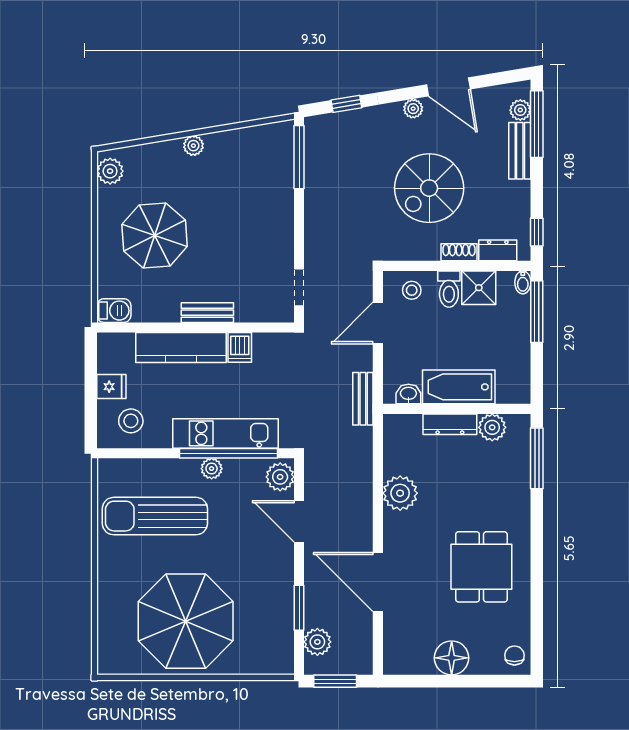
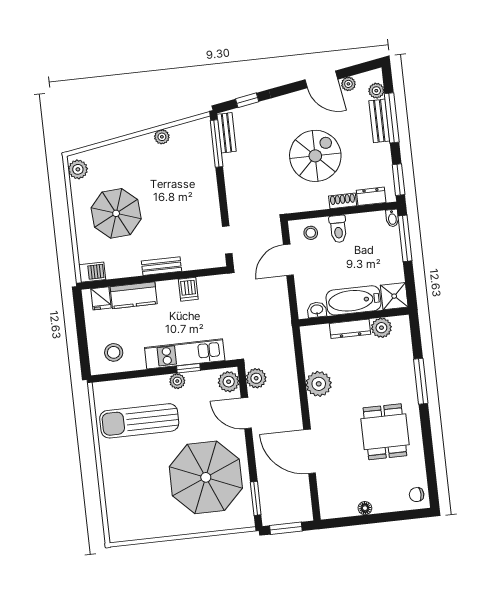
plant: (413, 109) -> (348, 84), moved
window: (537, 124) -> (392, 118), moved
plant: (193, 146) -> (162, 137), moved
spiral stairs: (429, 188) -> (315, 156), turned 180
window: (537, 232) -> (399, 180), width x1.50
shower: (479, 288) -> (394, 296), moved
kitchen counter: (181, 347) -> (134, 295), width x0.67
fridge: (111, 387) -> (101, 298), moved, turned 90
bench: (363, 399) -> (227, 133), moved
window: (228, 453) -> (189, 368), width x0.32
window: (537, 458) -> (421, 381), moved
window: (299, 608) -> (256, 498), moved
parasol: (186, 621) -> (206, 477), moved
plant: (317, 642) -> (256, 378), moved
chair: (514, 655) -> (417, 495), turned -92
floor lamp: (452, 658) -> (365, 508), width x0.53, depth x0.53

